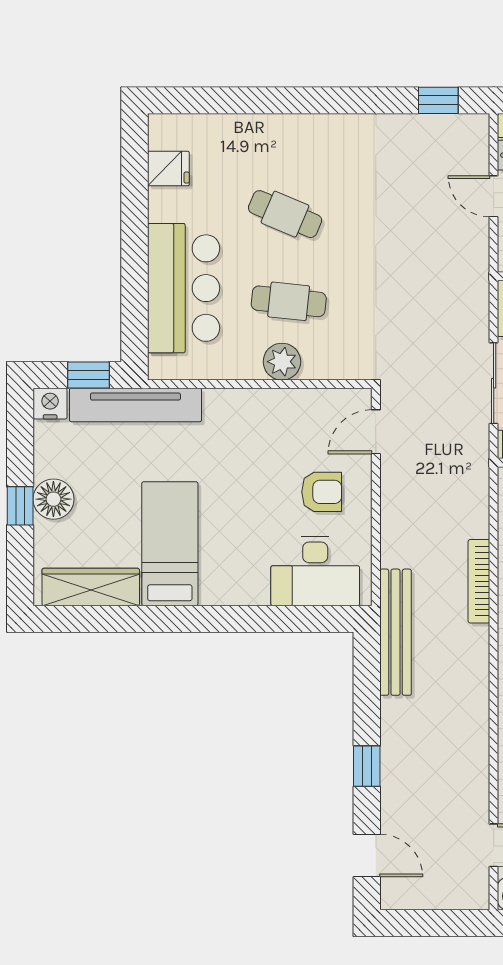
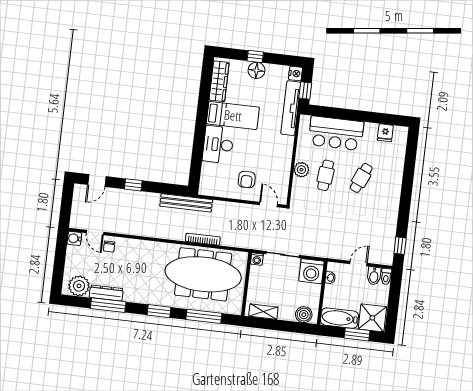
desk: (315, 571) -> (218, 145), moved

